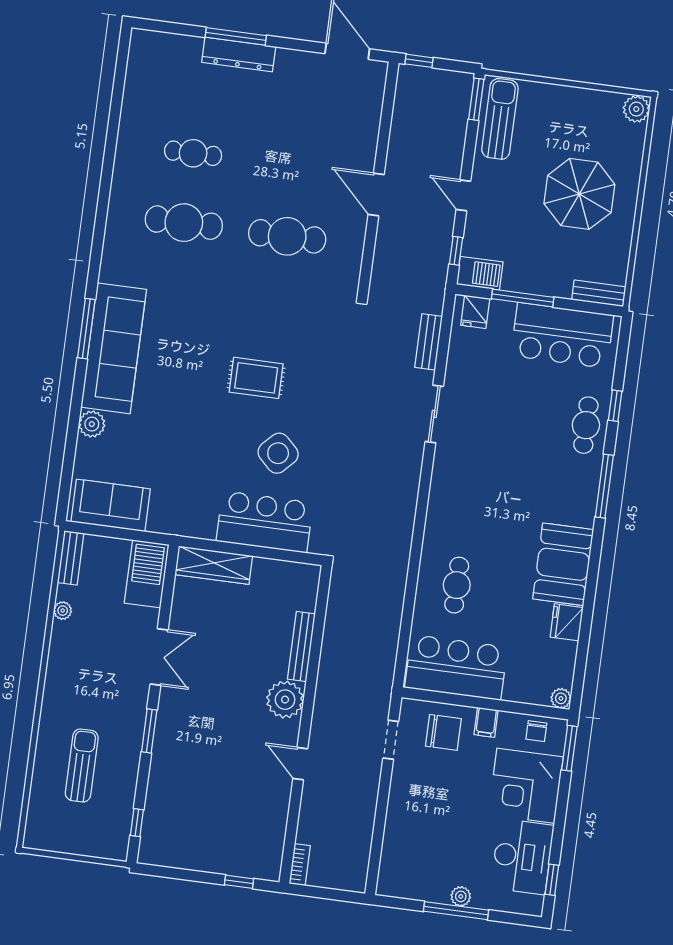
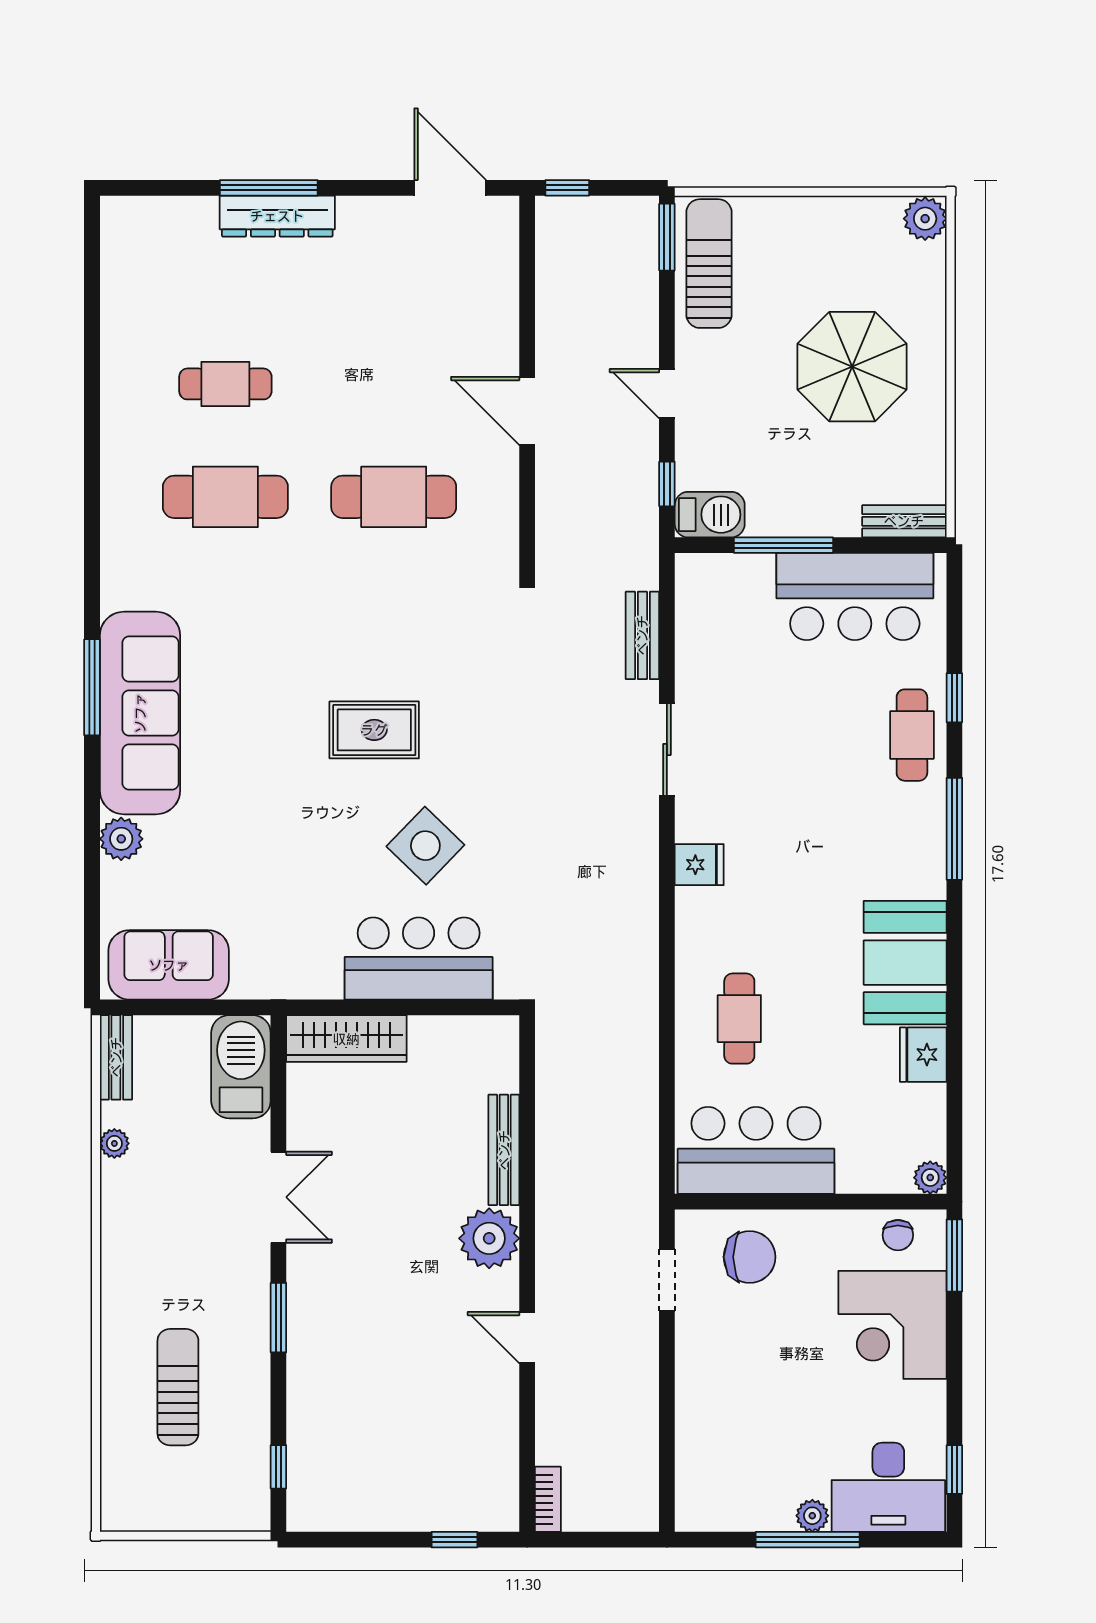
fridge: (475, 312) -> (699, 865), moved, turned -90
filing cabinet: (486, 722) -> (816, 1232), removed
desk: (522, 857) -> (888, 1487), moved, turned 90

